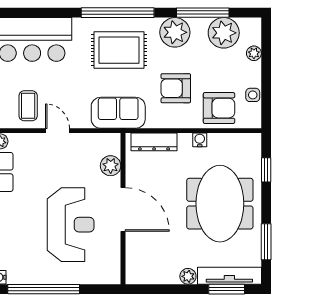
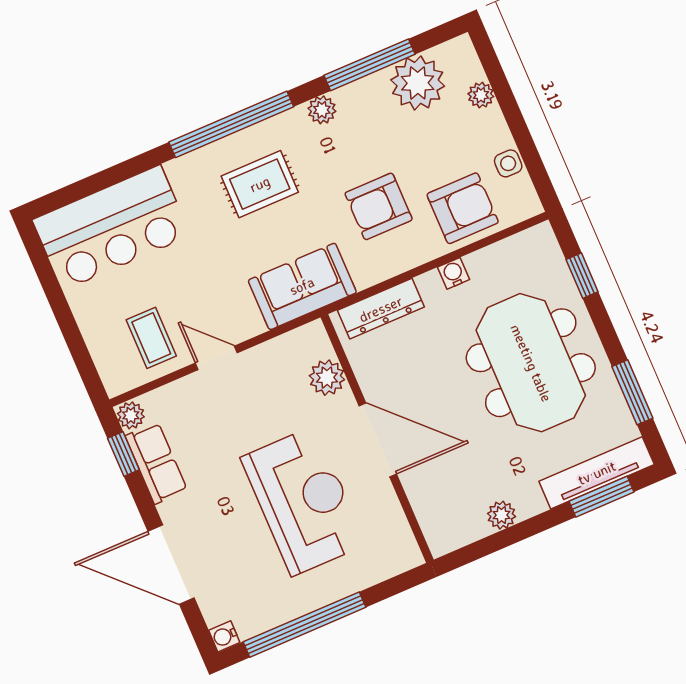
plant: (175, 32) -> (322, 110), width x0.53, depth x0.53
rug: (119, 50) -> (260, 184), width x0.73, depth x0.70
plant: (188, 276) -> (501, 515), moved

